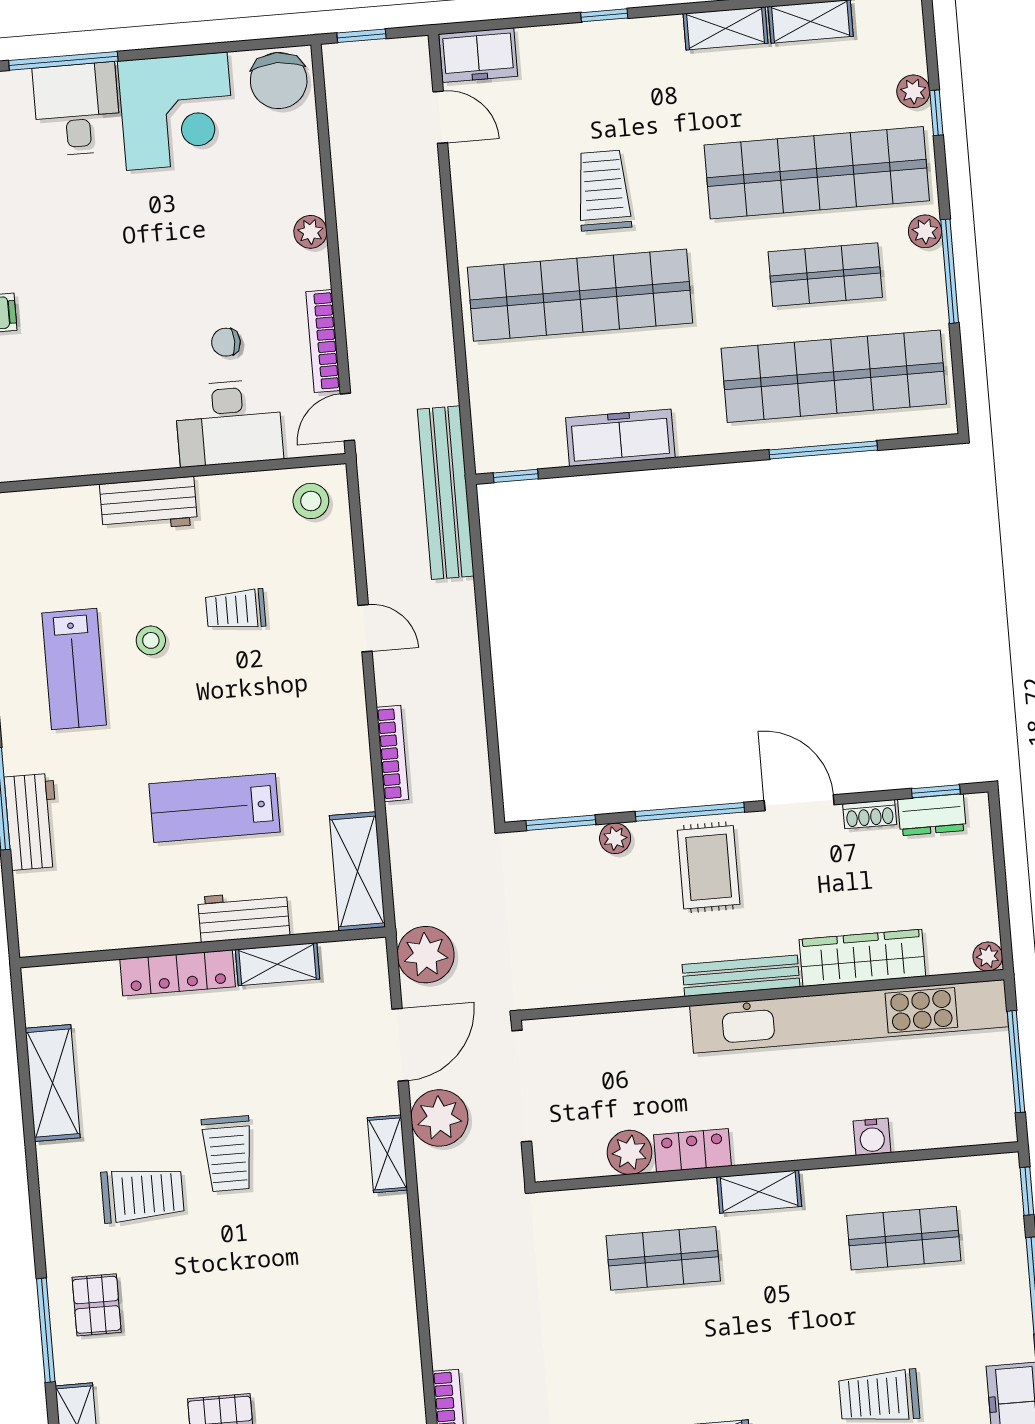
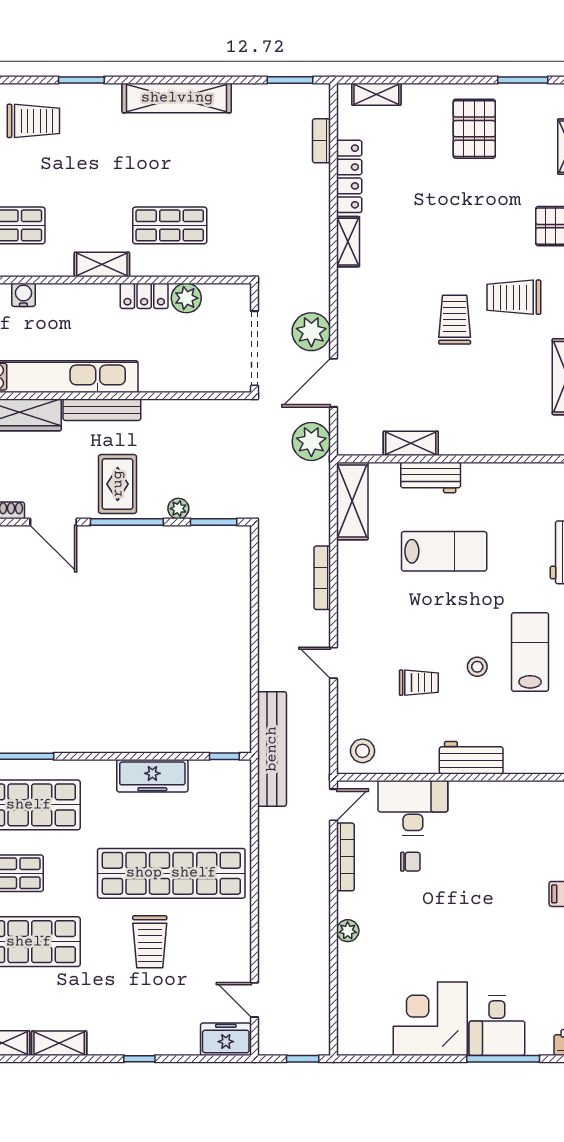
chair: (279, 81) -> (360, 1033), removed
locker: (178, 973) -> (349, 176), moved, turned 90
shelving: (387, 1154) -> (348, 242), moved

